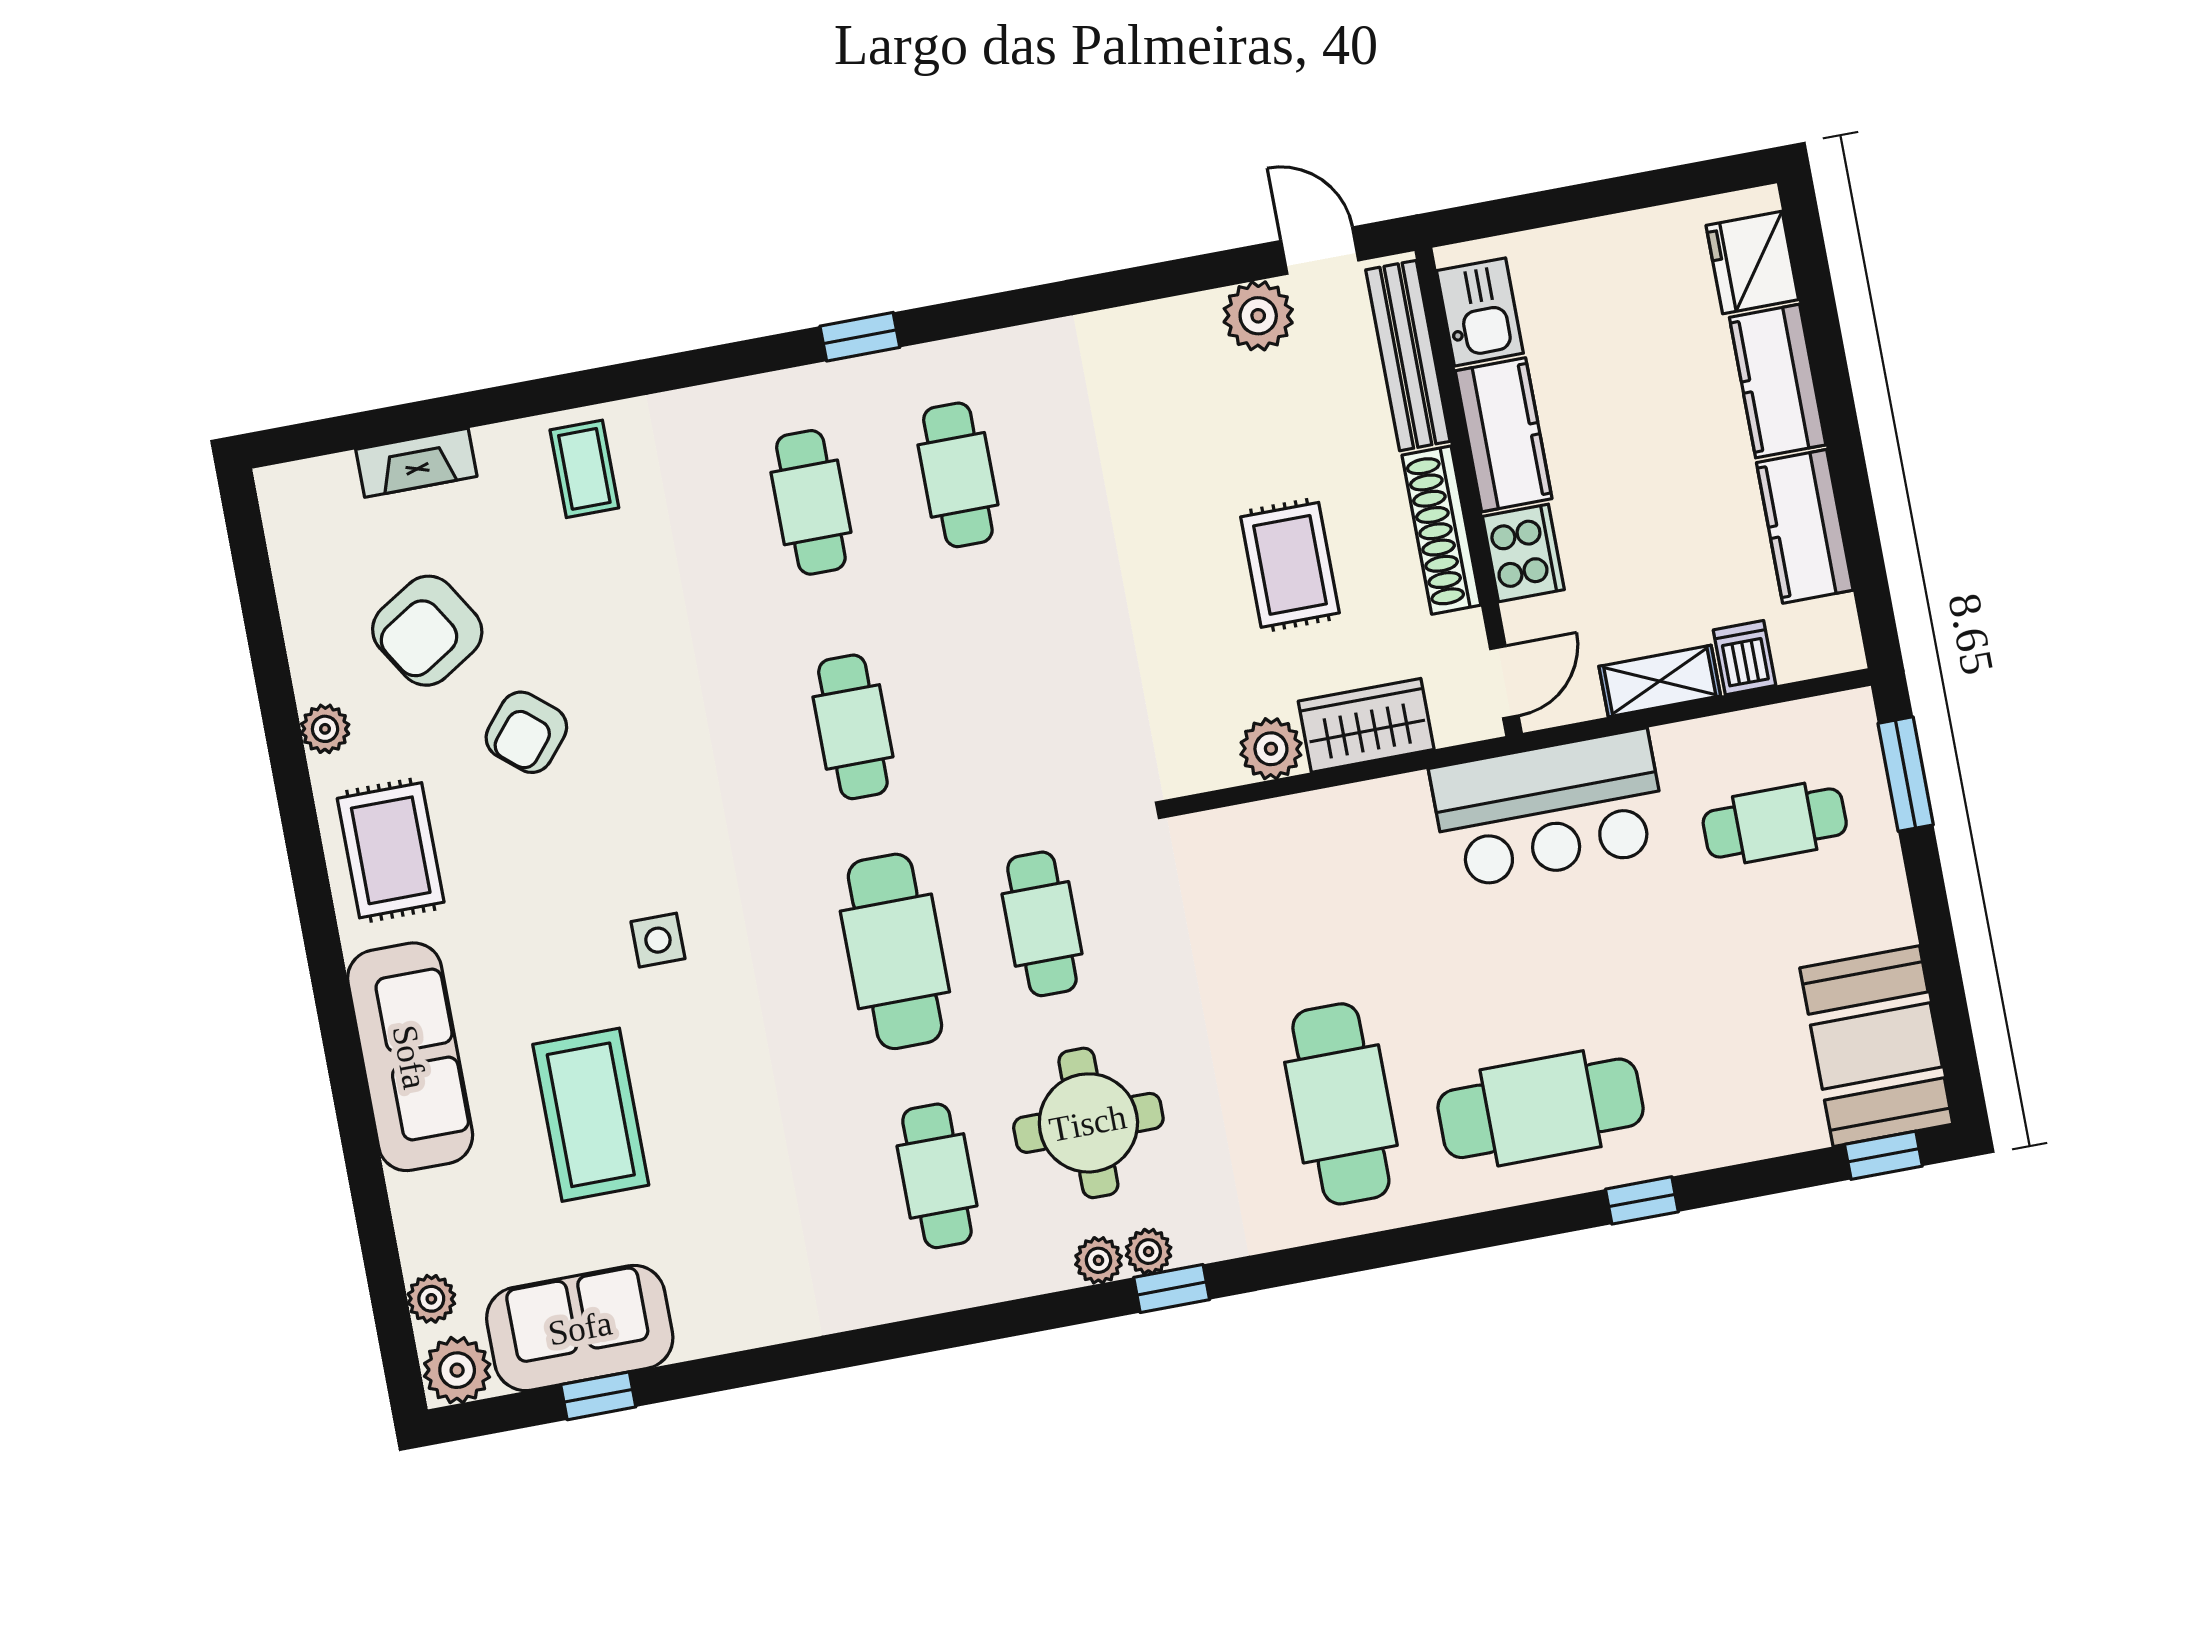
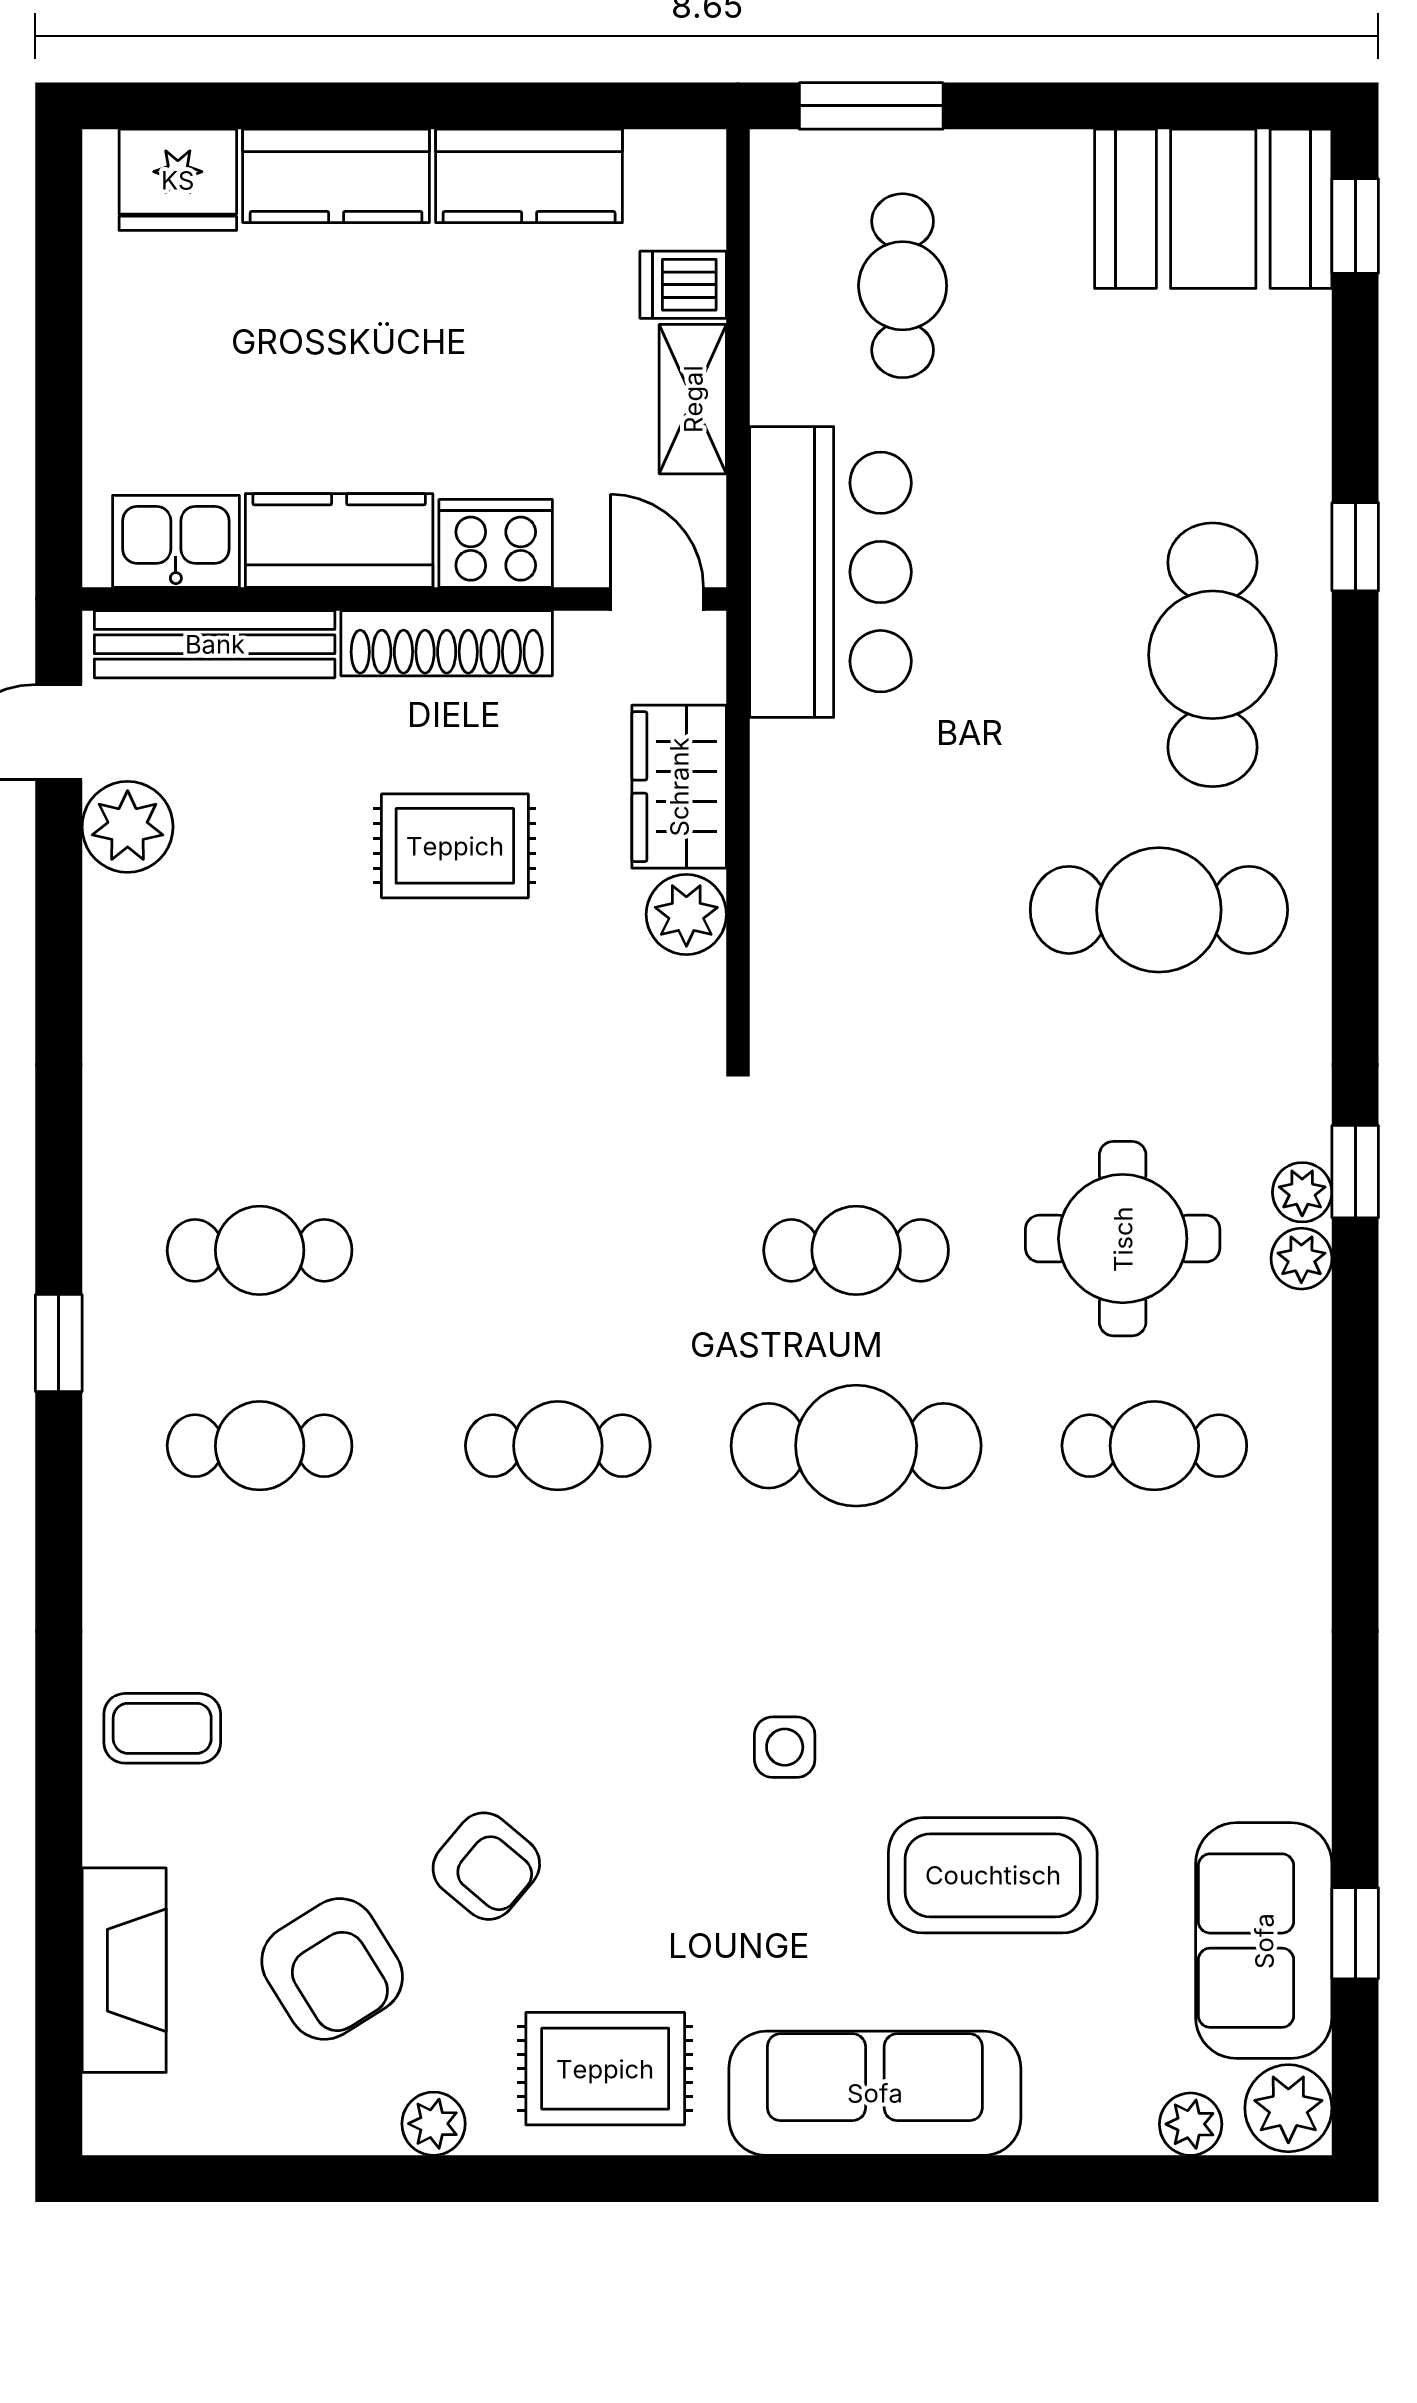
fireplace: (416, 463) -> (124, 1970), width x1.37, depth x1.32

